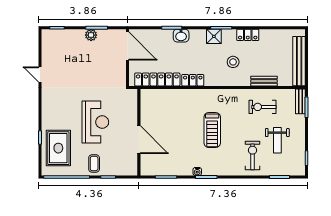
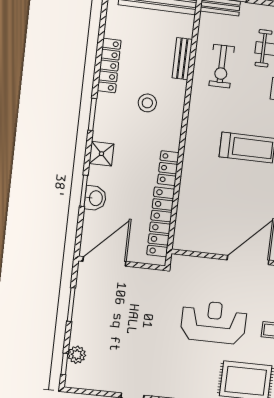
plant: (91, 35) -> (77, 355), moved
locker: (248, 35) -> (109, 66), width x1.53
washbasin: (181, 36) -> (95, 198), moved
shower: (214, 36) -> (101, 154), moved

